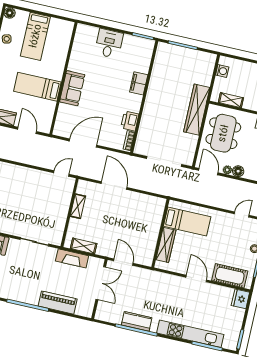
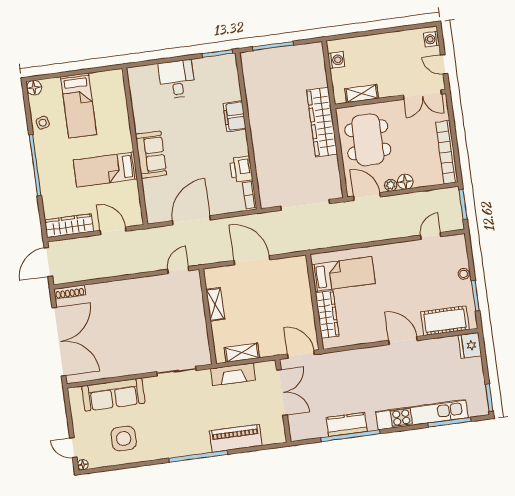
bed: (187, 222) -> (343, 274), moved
wall: (160, 233) -> (315, 302), moved
wardrobe: (166, 245) -> (327, 315), moved

